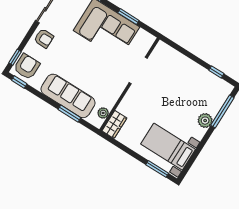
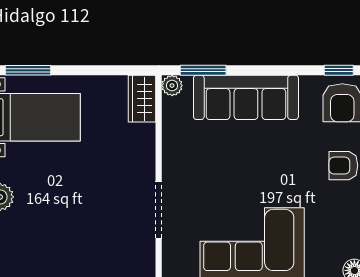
plant: (103, 113) -> (172, 86), moved
window: (69, 114) -> (203, 70), moved

